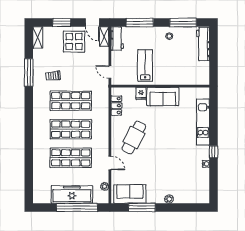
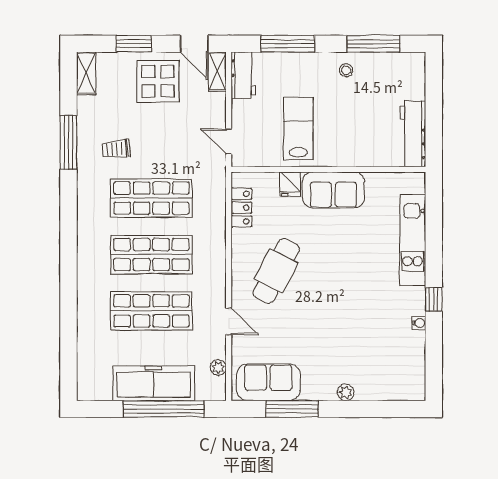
workbench: (203, 44) -> (413, 134), moved

